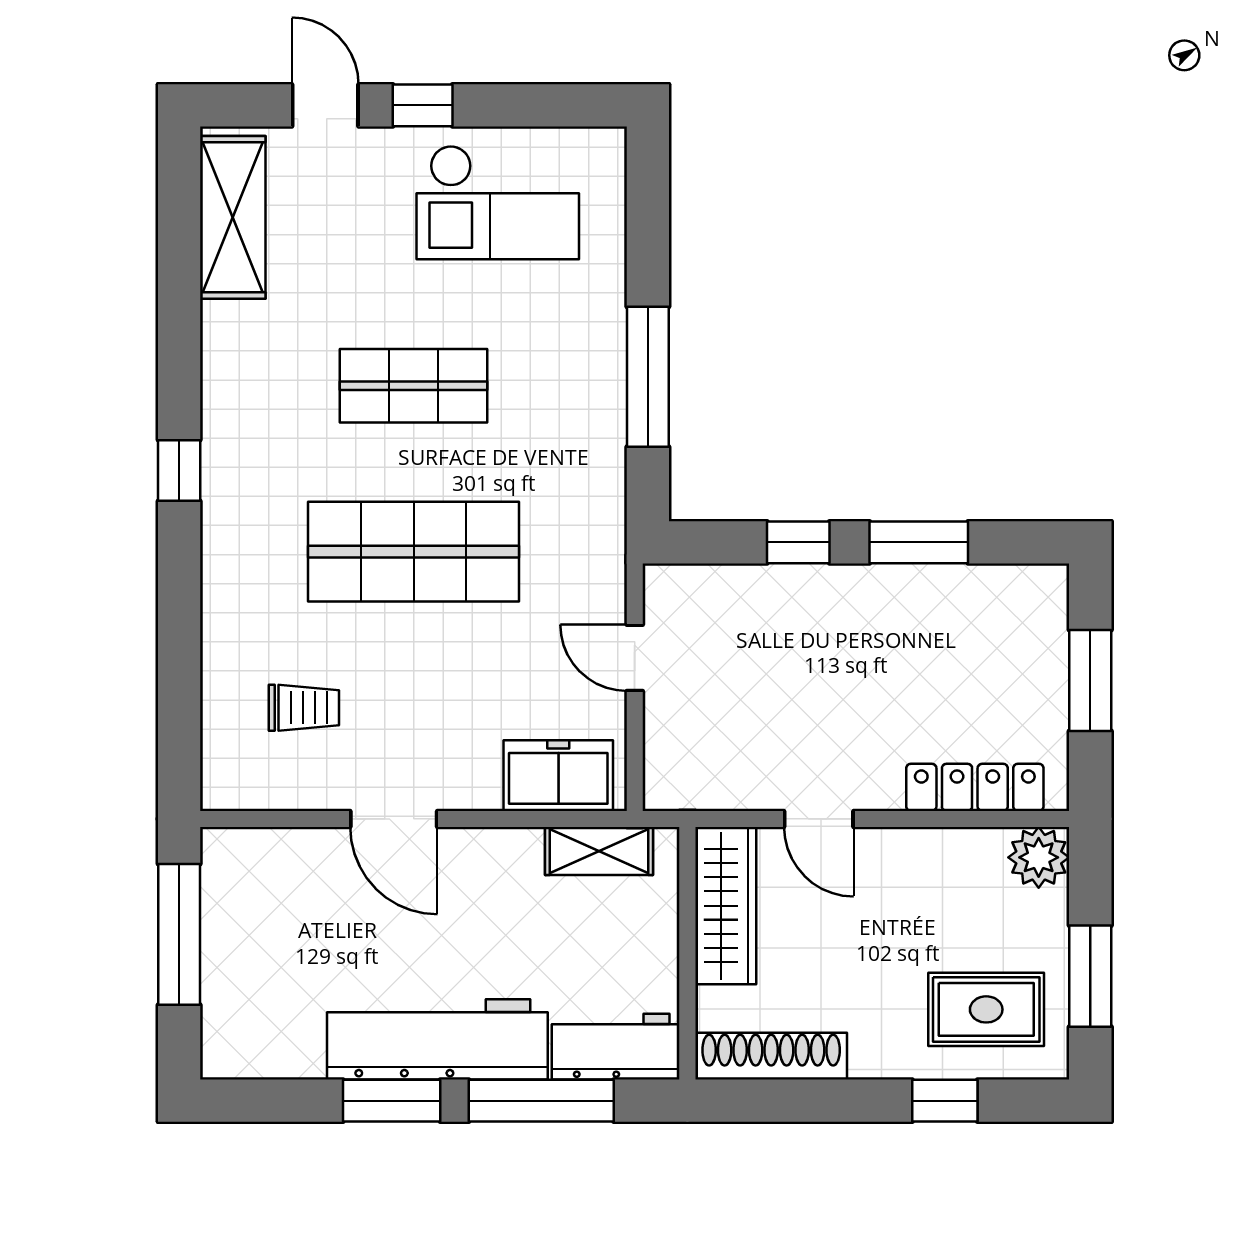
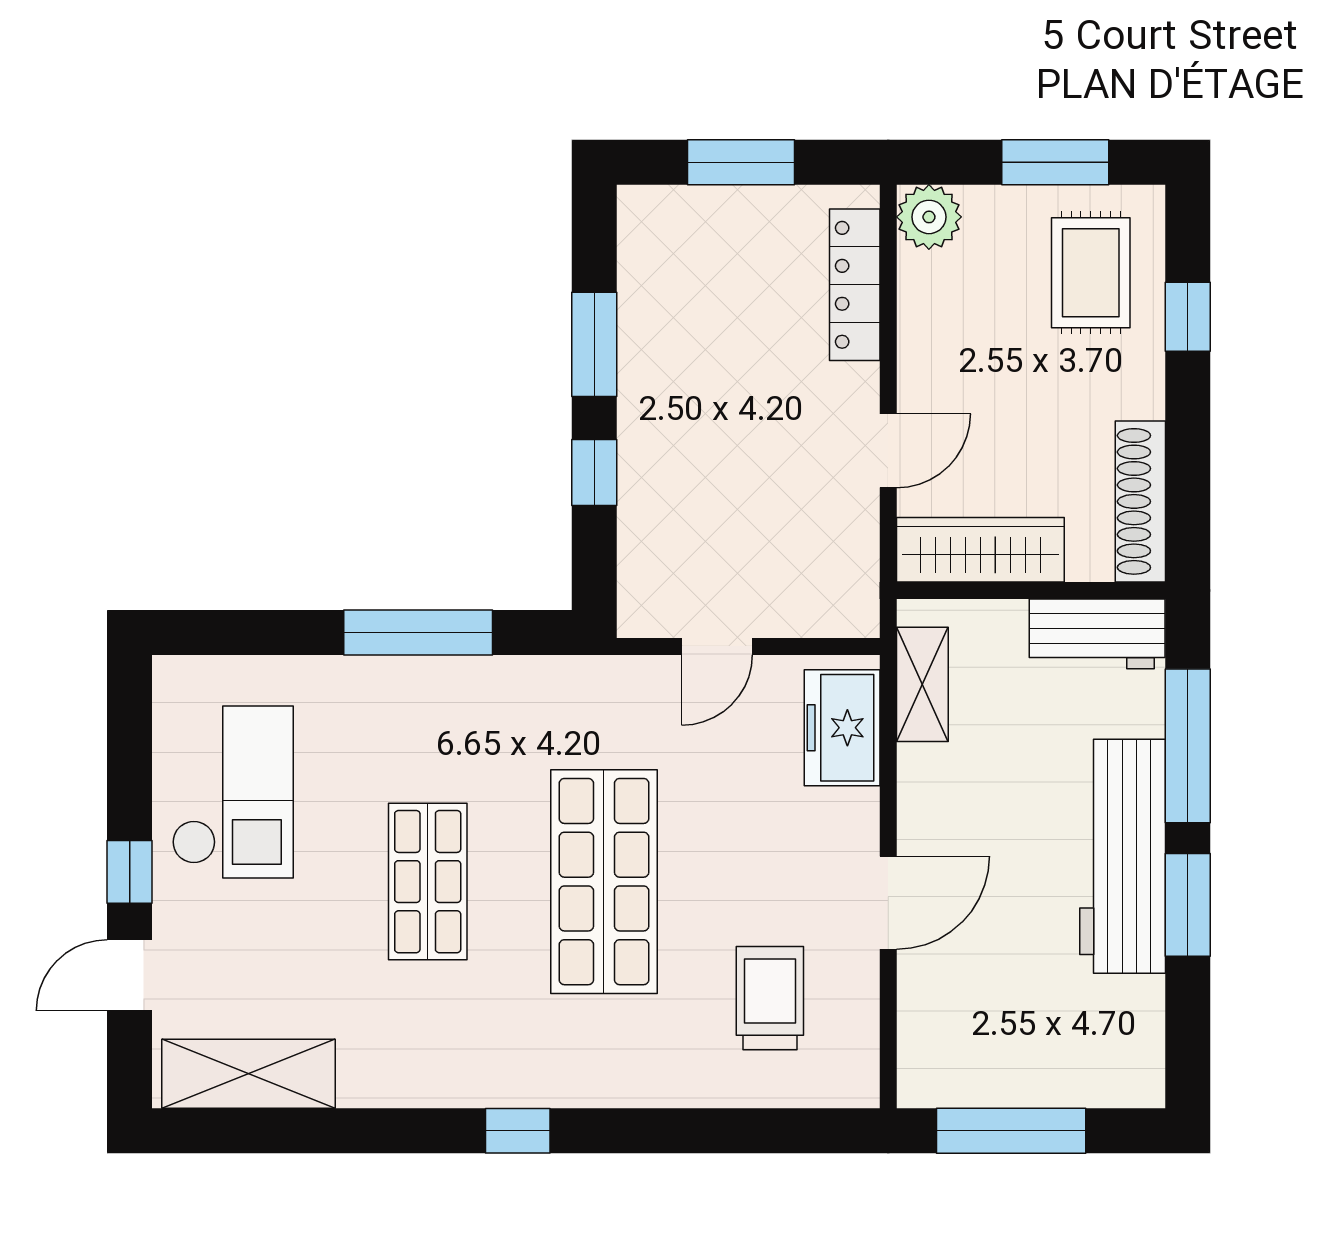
trolley: (304, 708) -> (770, 998), width x1.36, depth x1.39
workbench: (616, 1047) -> (1097, 634), moved, turned -90

